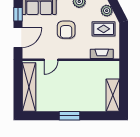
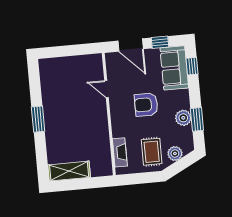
shelving: (29, 87) -> (70, 65), removed

